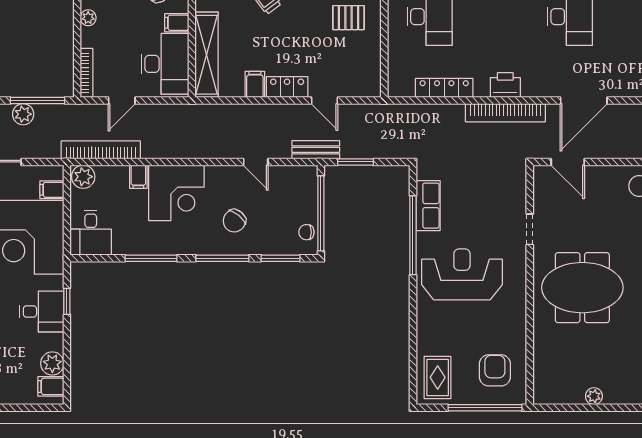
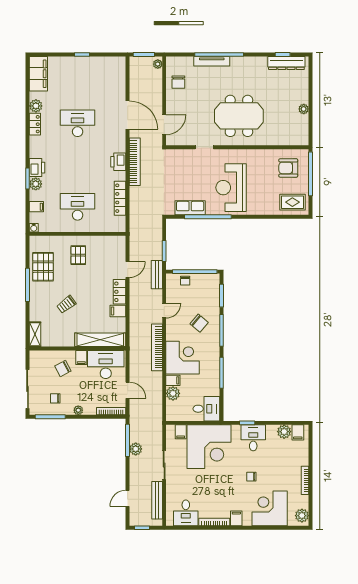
bookcase: (101, 150) -> (157, 347), moved
plant: (83, 177) -> (173, 393), moved
chair: (306, 232) -> (185, 281), moved
meeting table: (582, 288) -> (239, 116), turned 90

